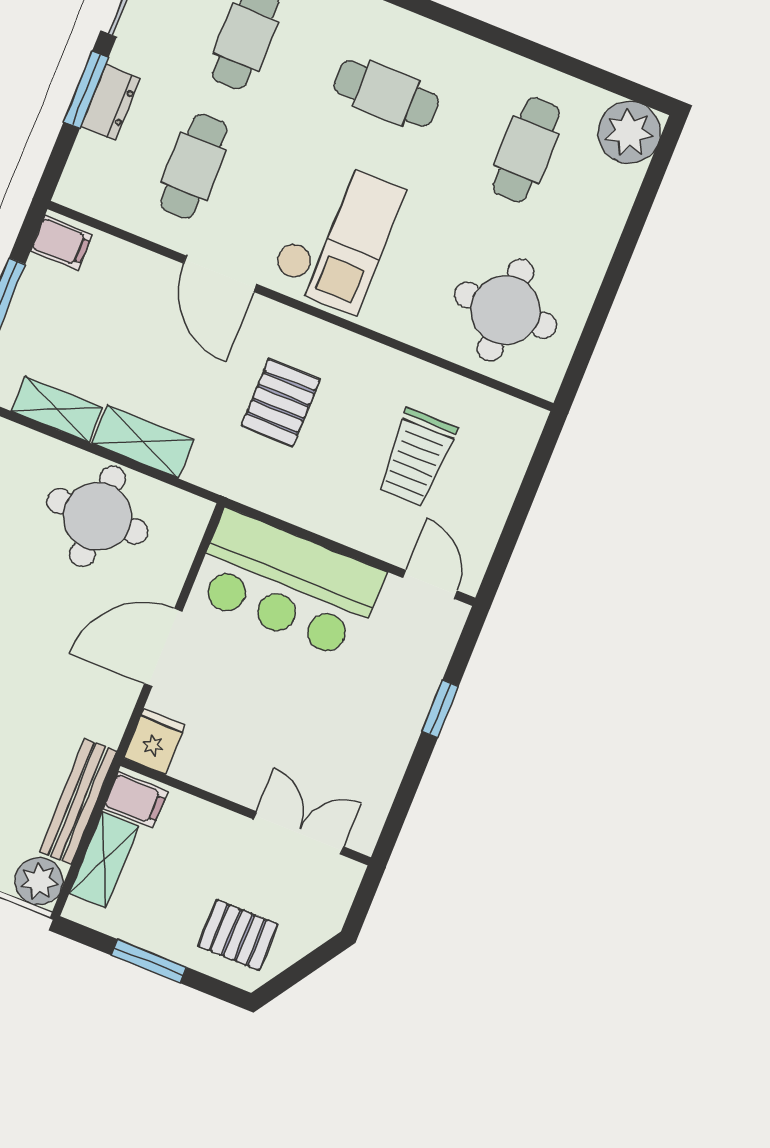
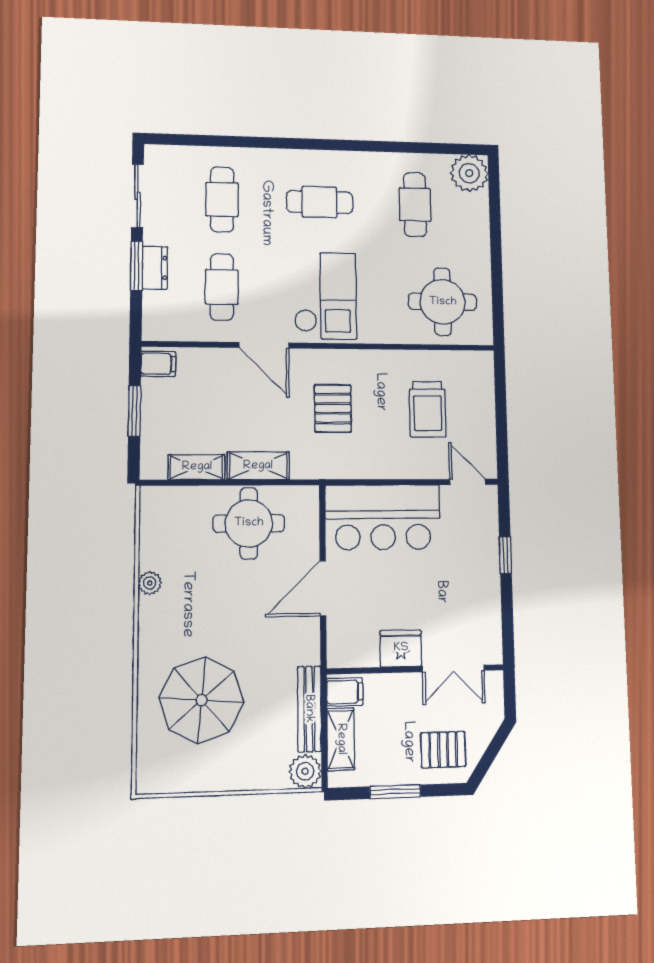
fridge: (154, 741) -> (401, 648), moved, width x1.38
double door: (299, 833) -> (453, 668), swing flipped

